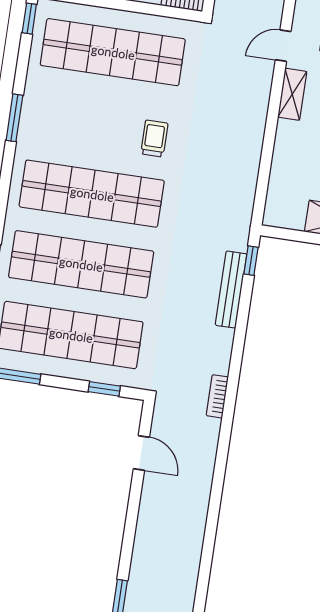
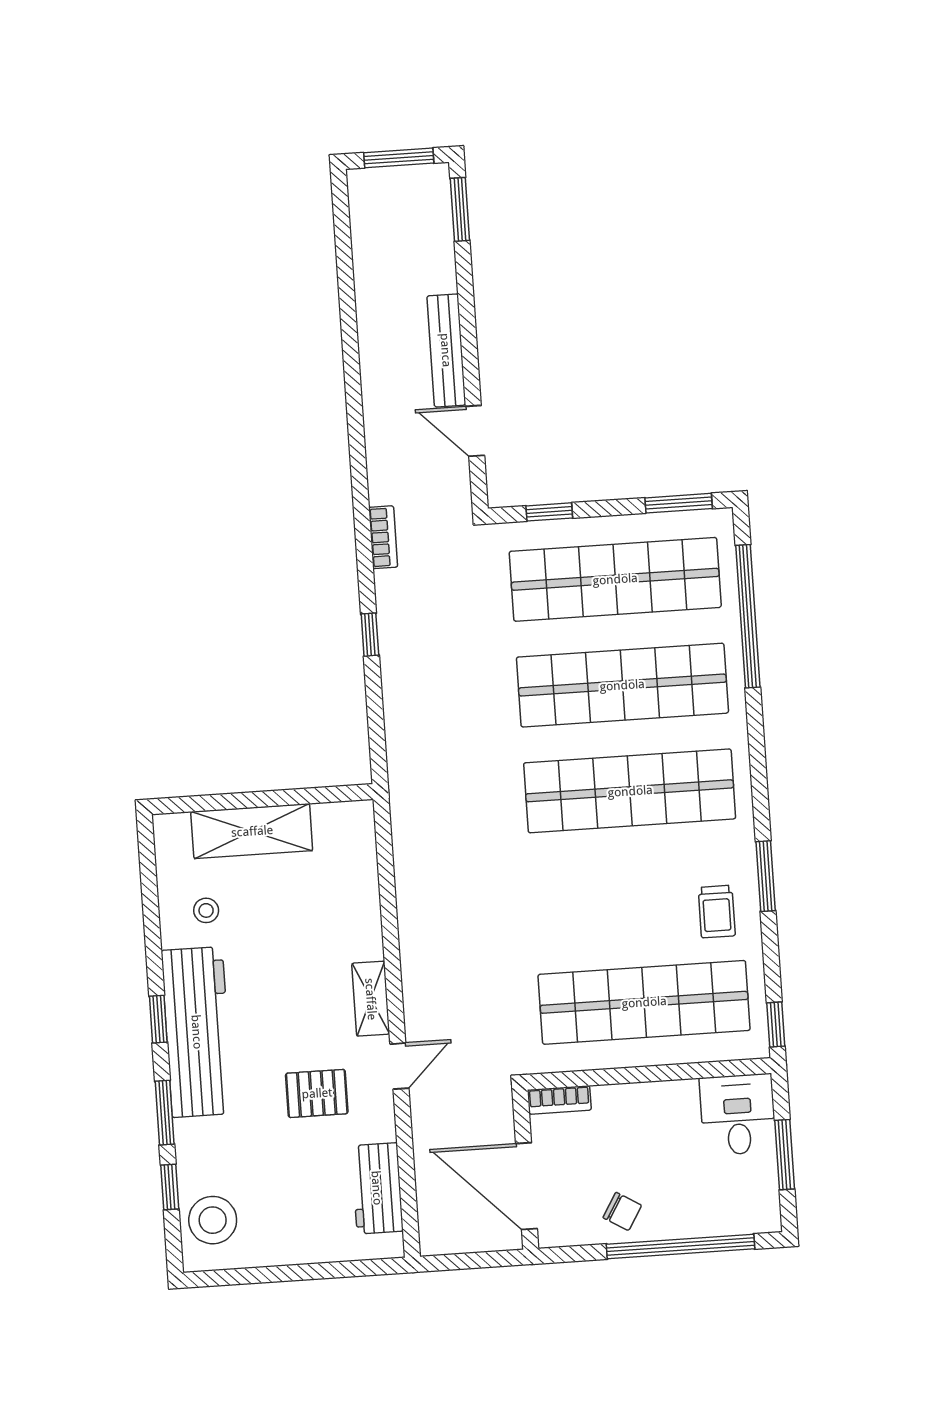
trolley: (154, 138) -> (717, 912), moved
window: (251, 261) -> (370, 635), moved
bench: (231, 290) -> (446, 350), moved

